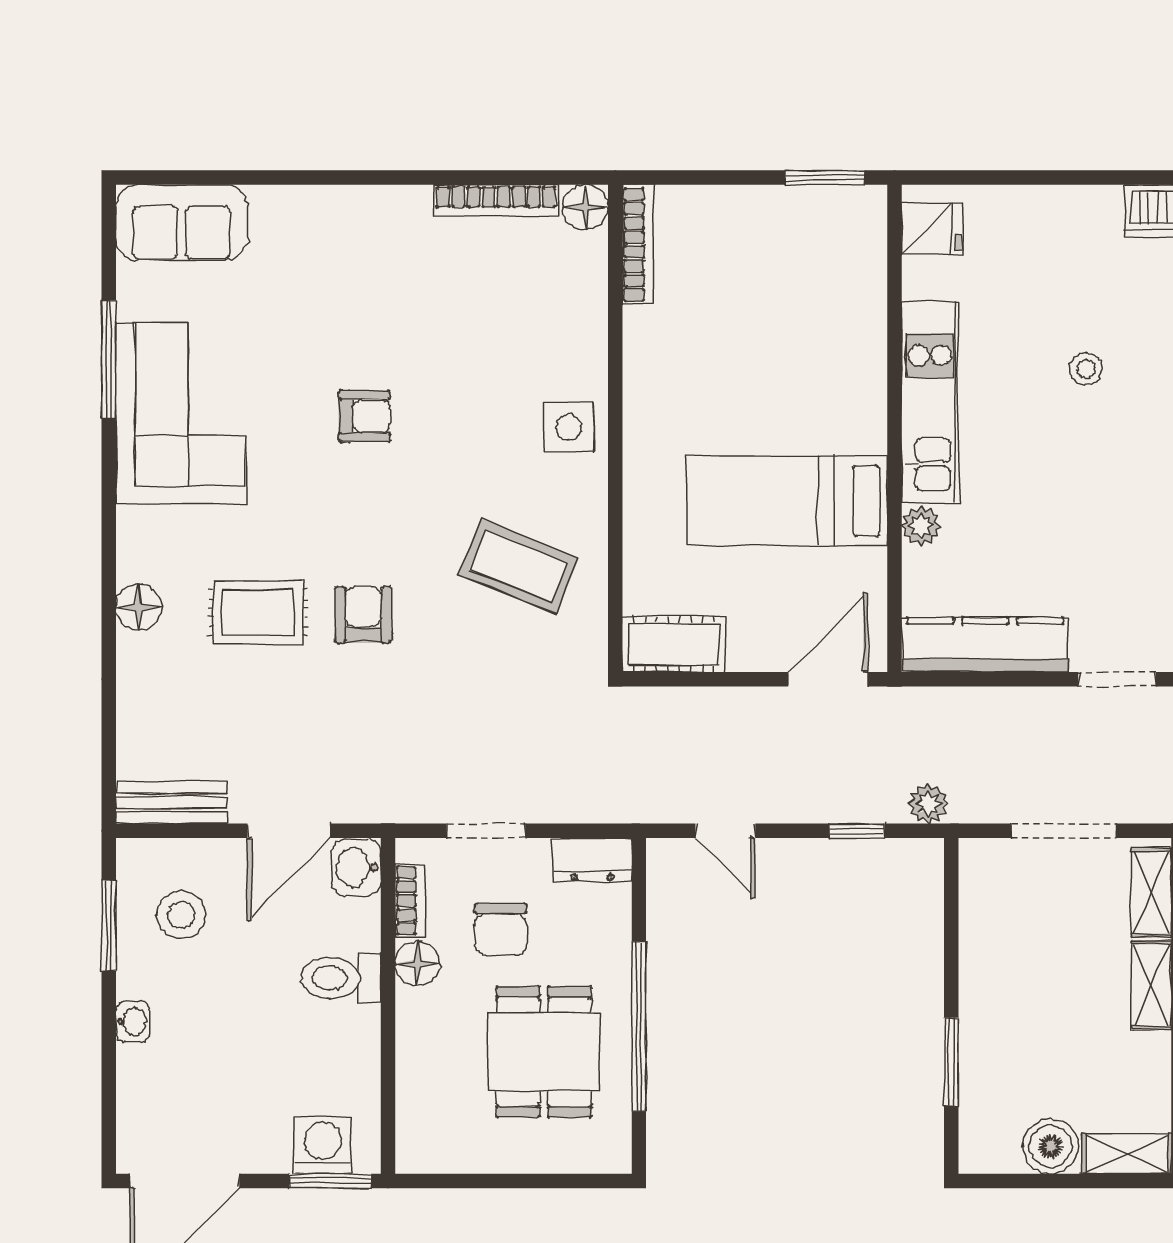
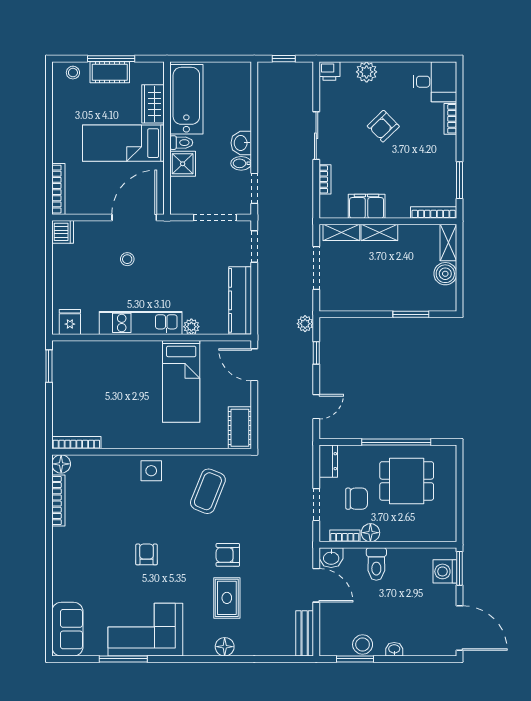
stool: (181, 915) -> (363, 645), moved

